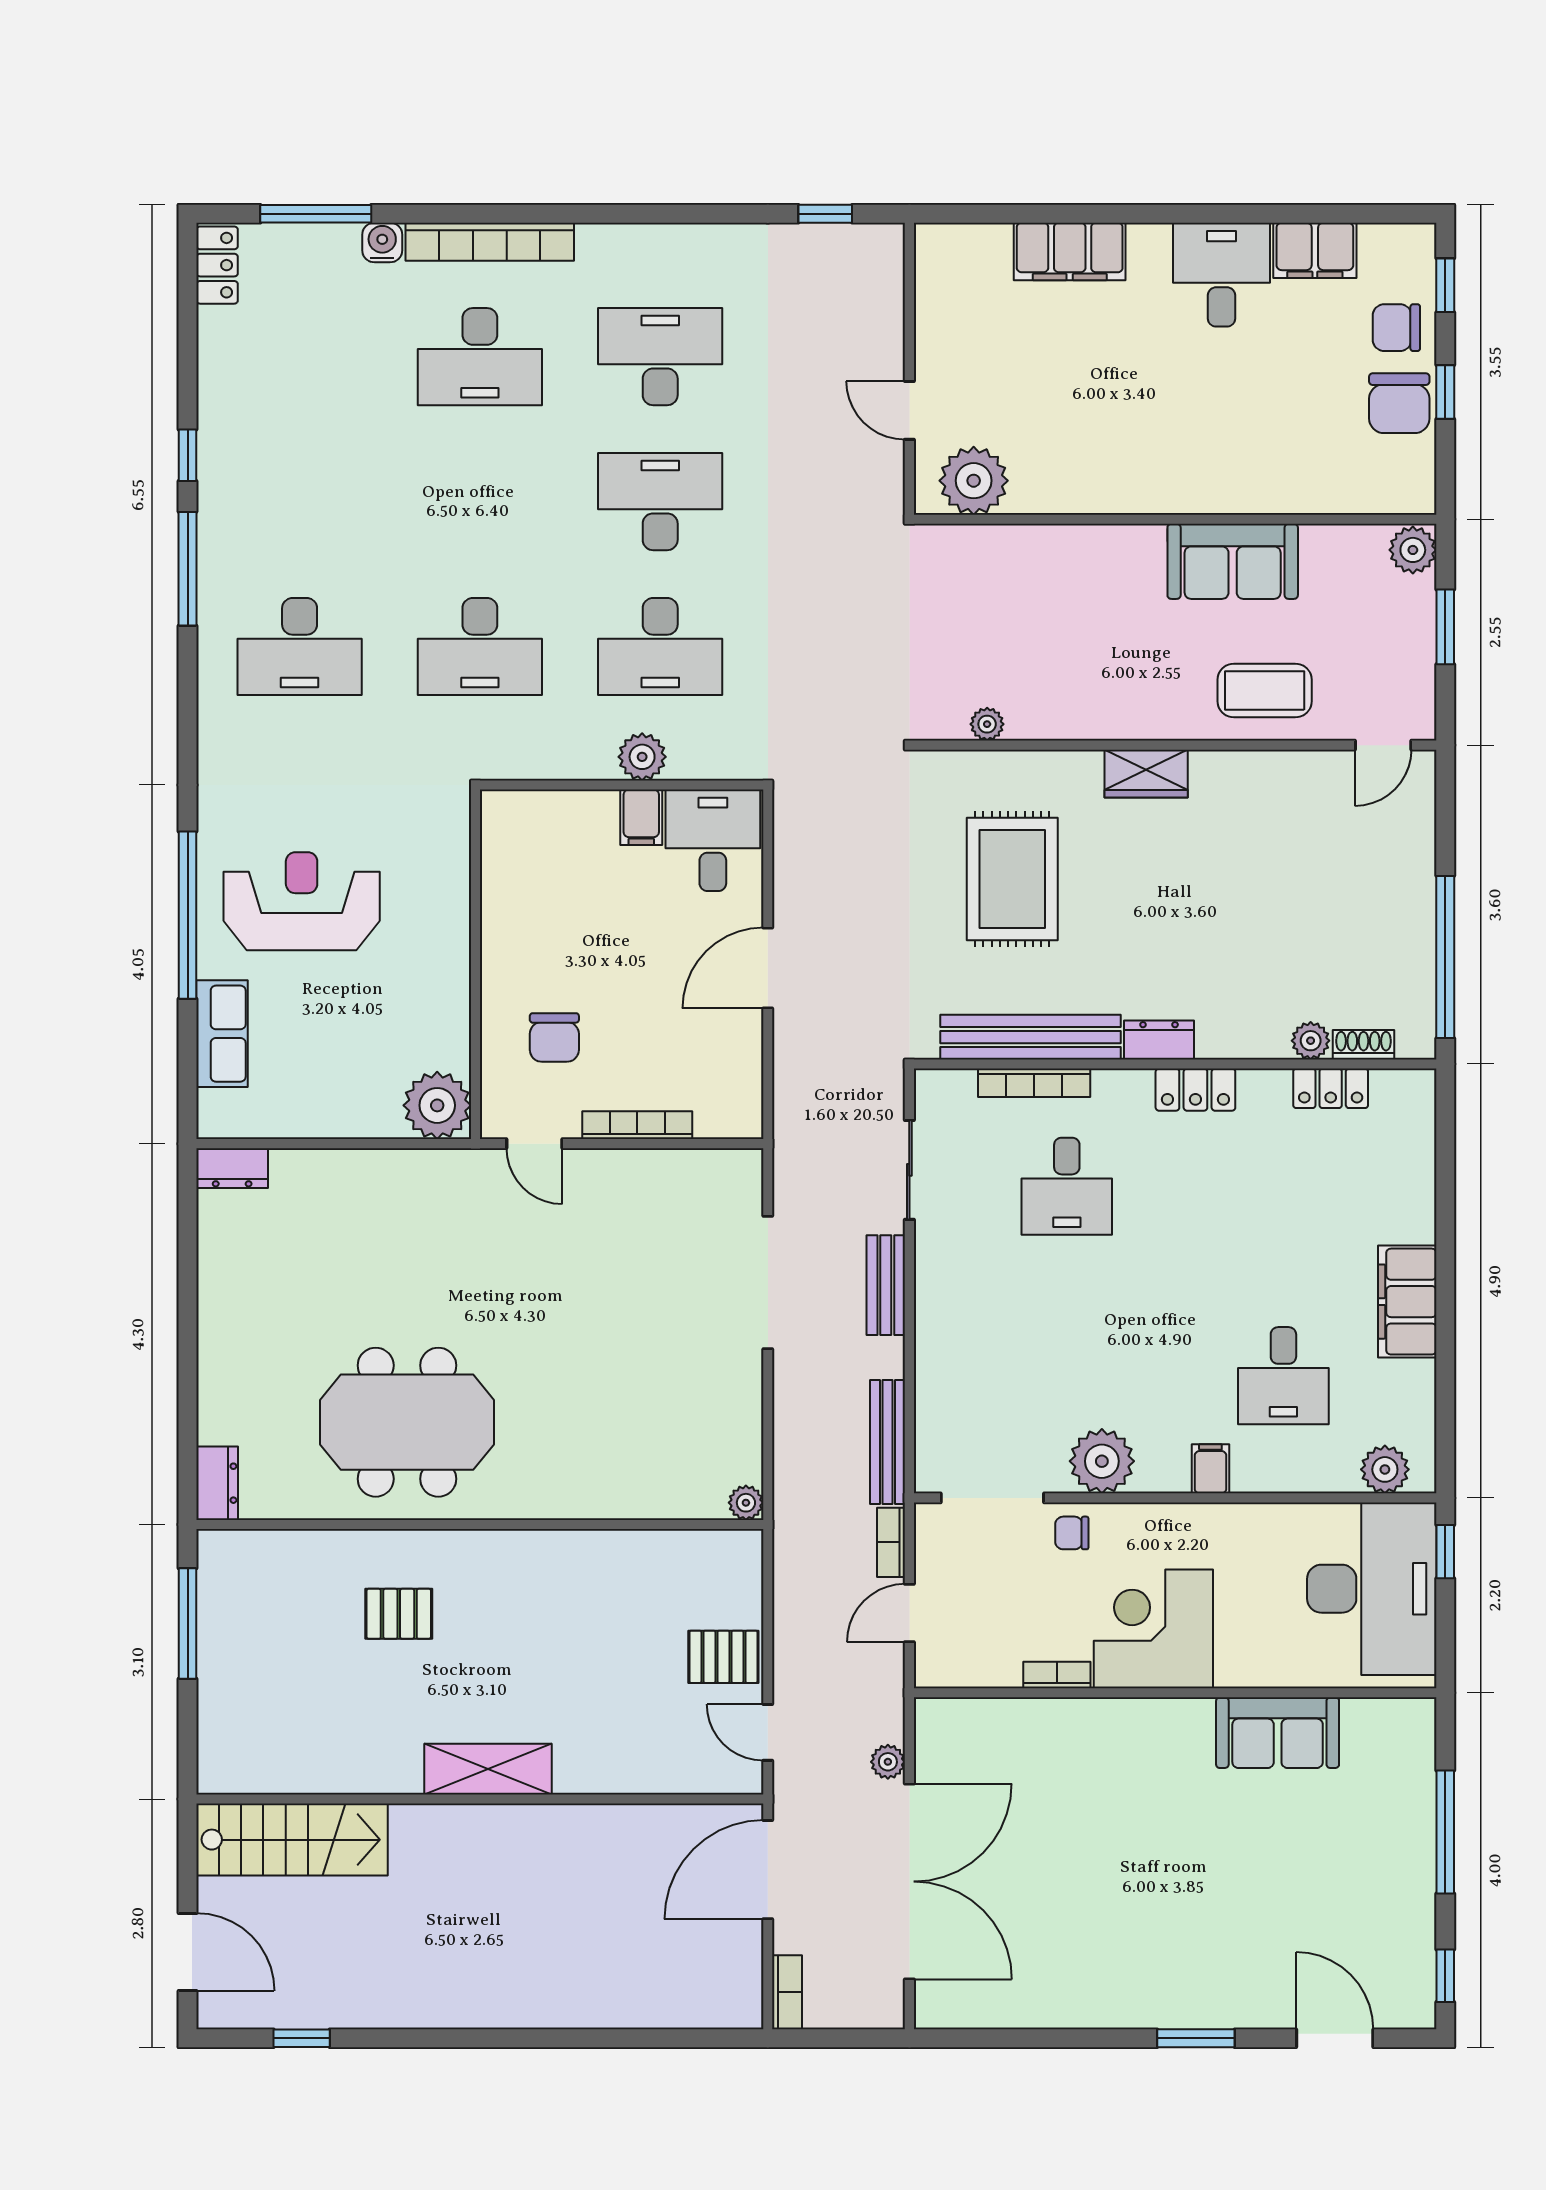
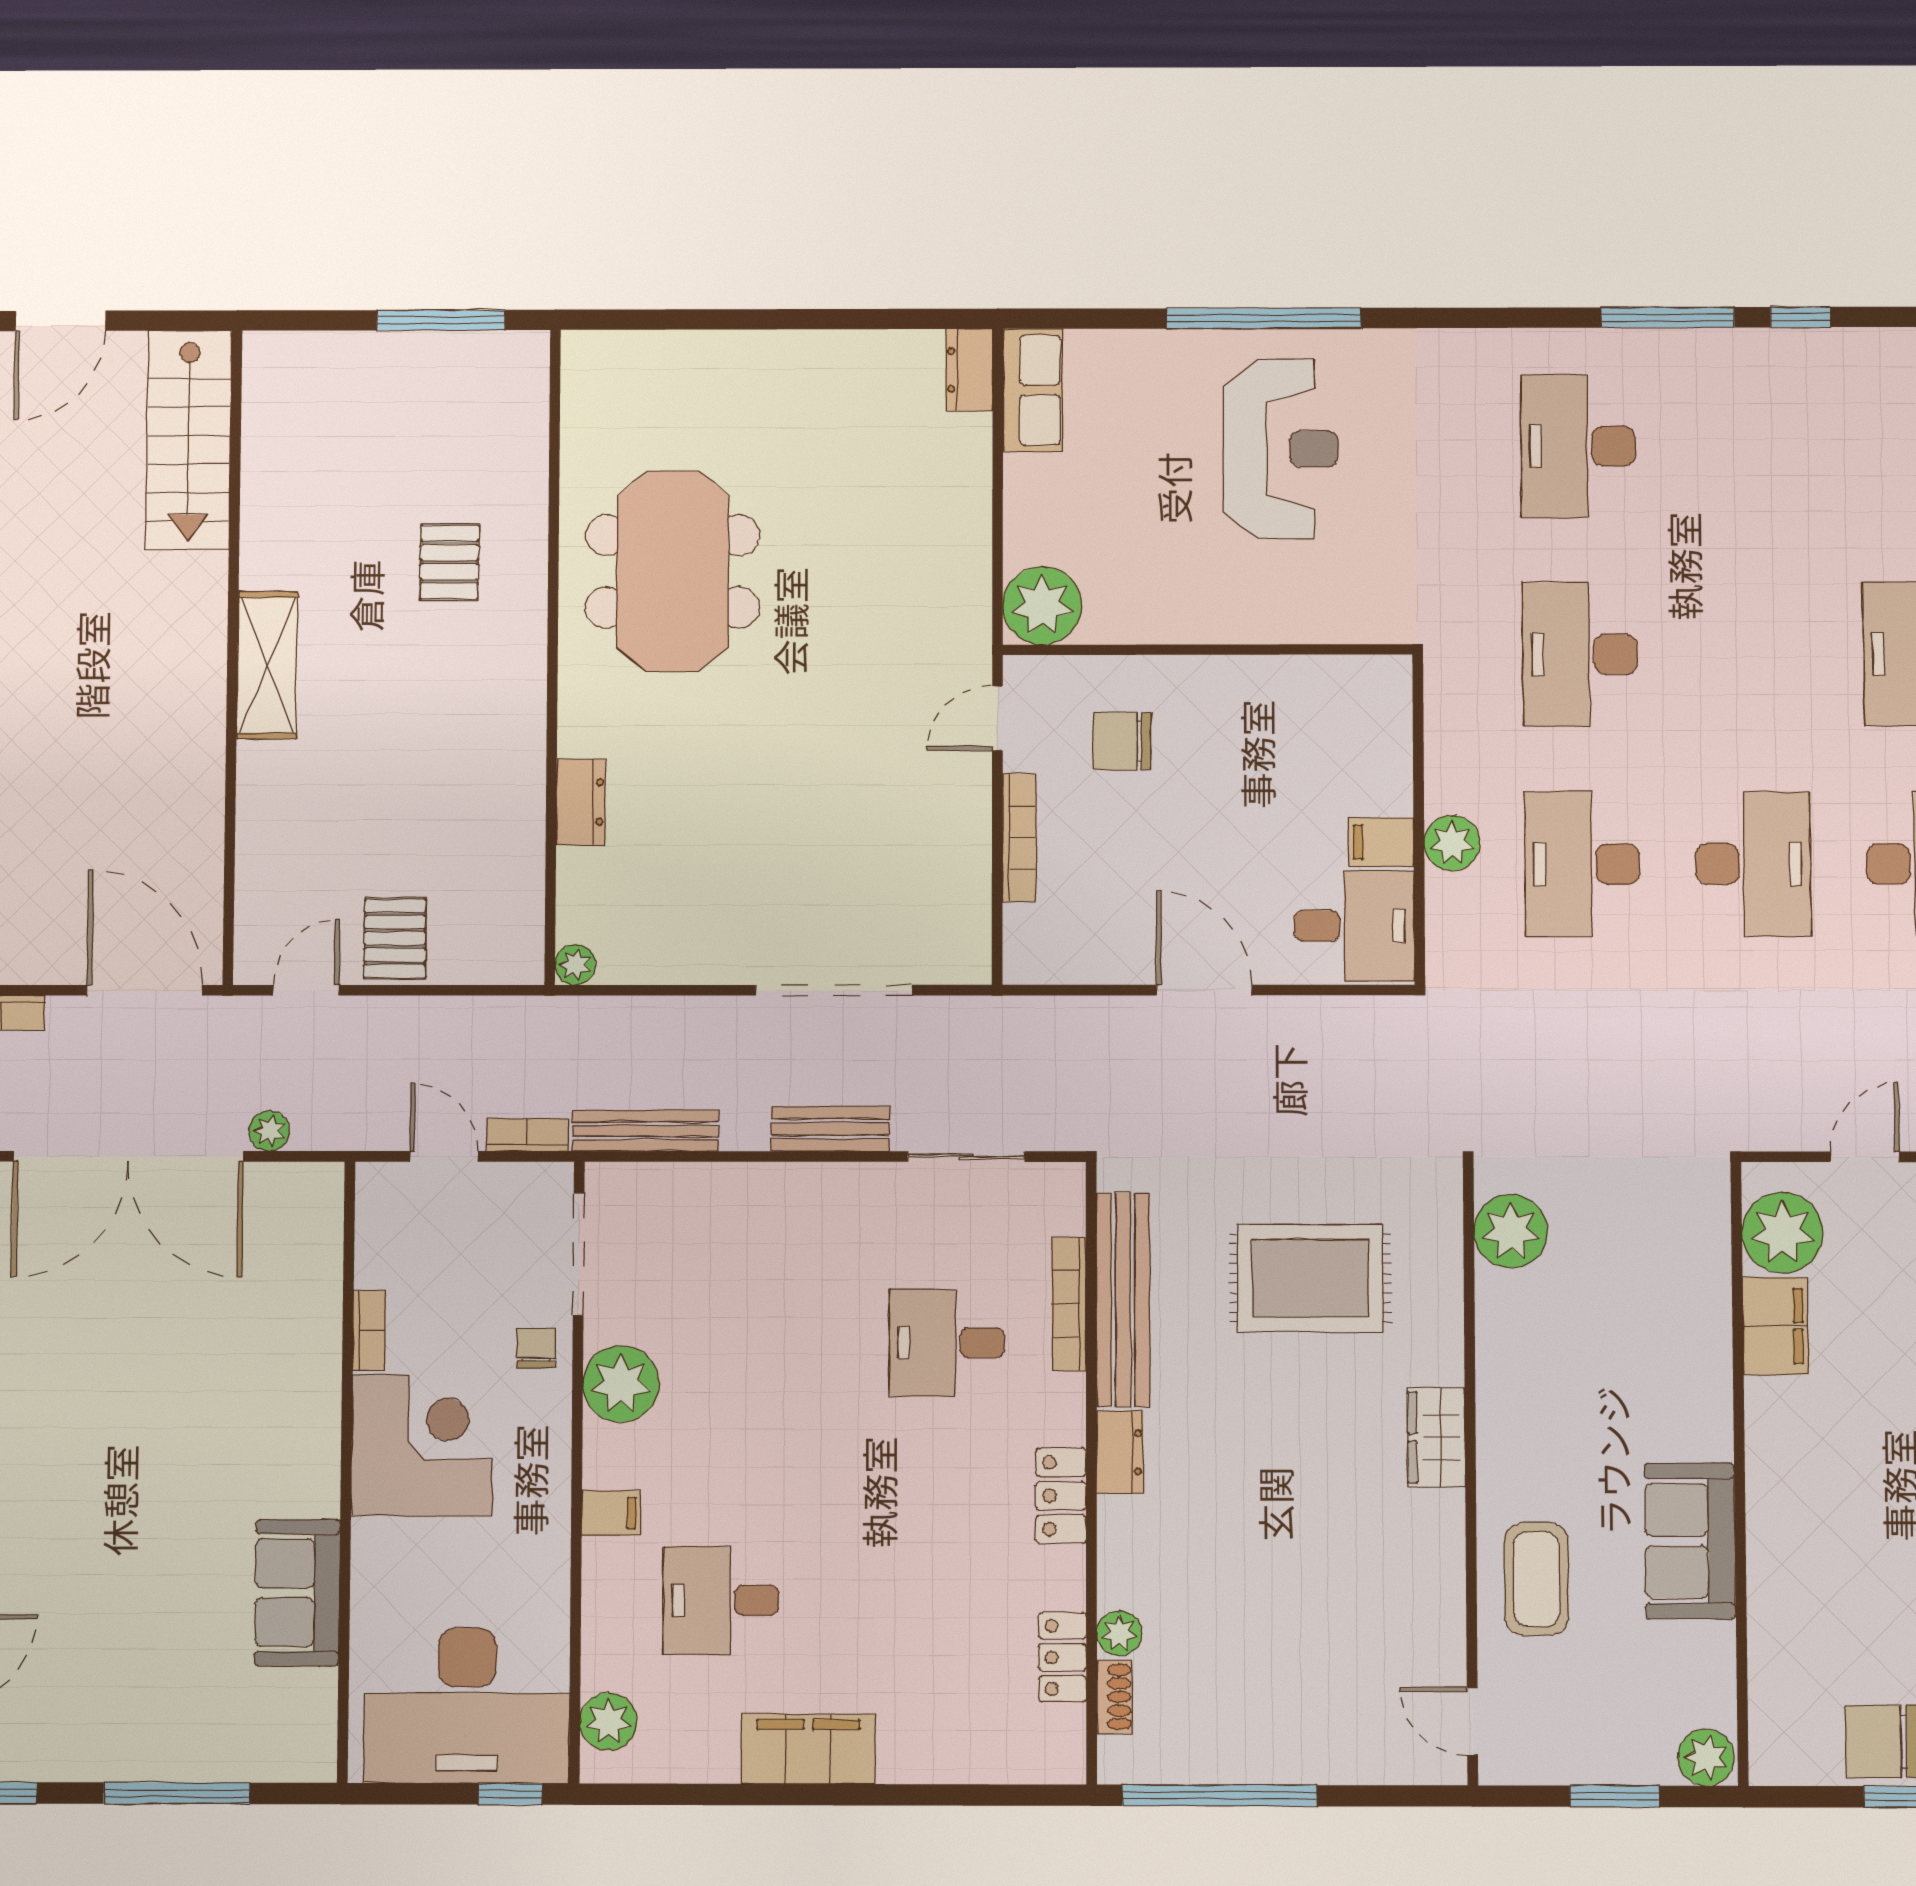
filing cabinet: (1052, 488) -> (1775, 1326), added
plant: (987, 724) -> (1511, 1231), width x1.88, depth x1.88
row of seats: (222, 1034) -> (1033, 390), moved, turned -90
dresser: (217, 1483) -> (581, 802), moved, turned -90

